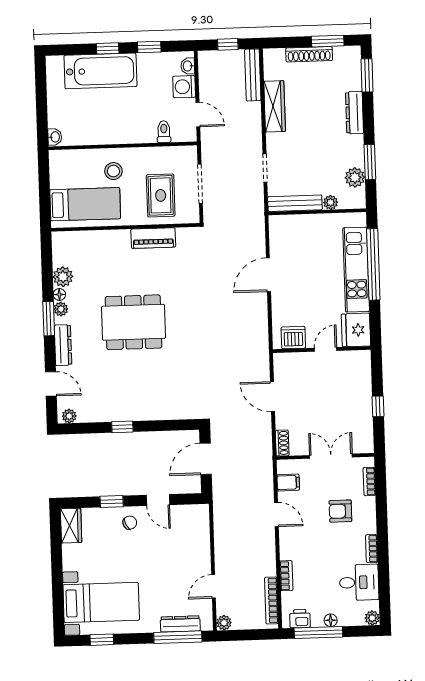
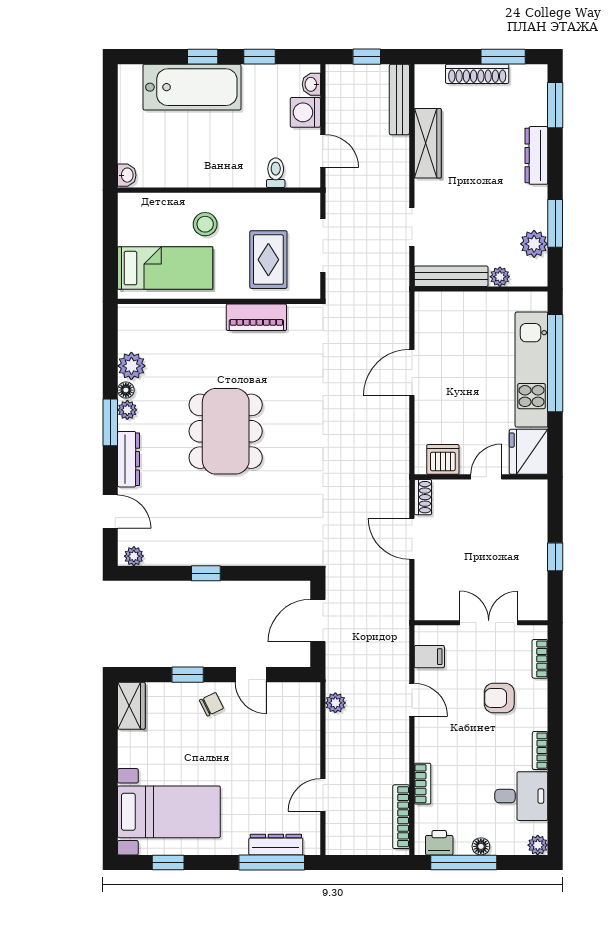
dining table: (133, 322) -> (226, 431), turned 90
shoe rack: (282, 443) -> (423, 497), moved
plant: (224, 623) -> (335, 703), moved

